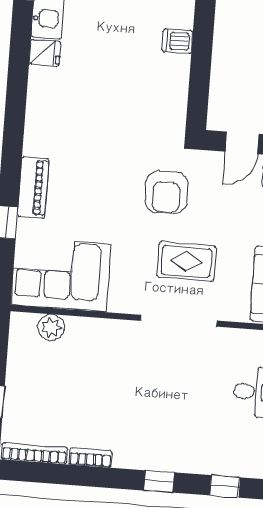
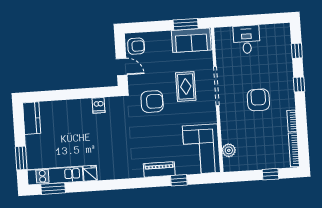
dishwasher: (177, 41) -> (99, 105), moved
armchair: (140, 398) -> (258, 100), added

